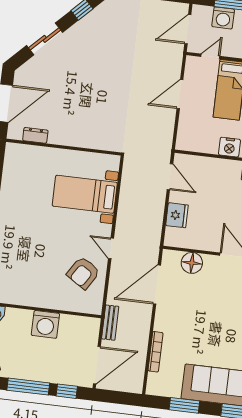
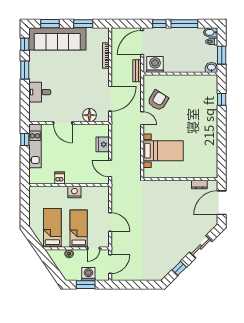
door: (180, 94) -> (110, 222), hinge flipped
washing machine: (45, 324) -> (155, 65), moved

